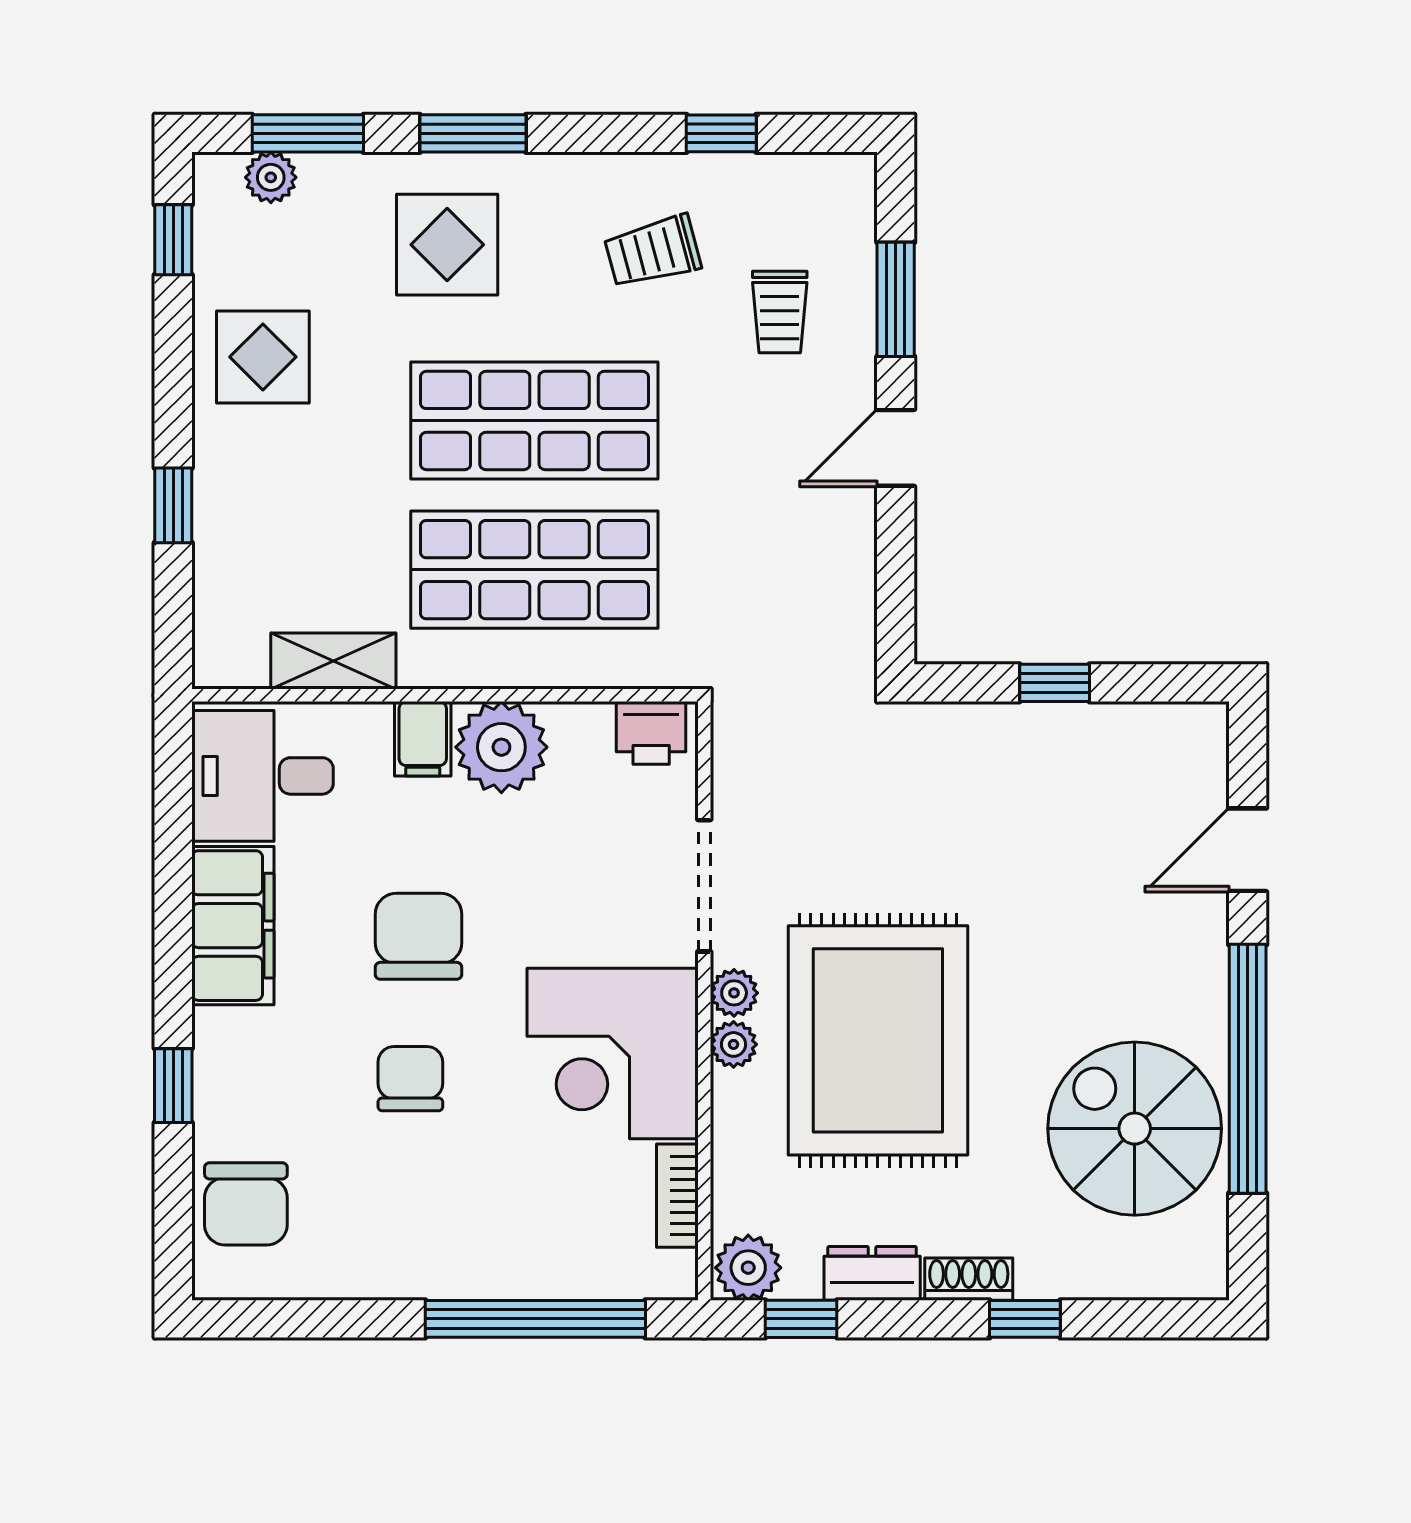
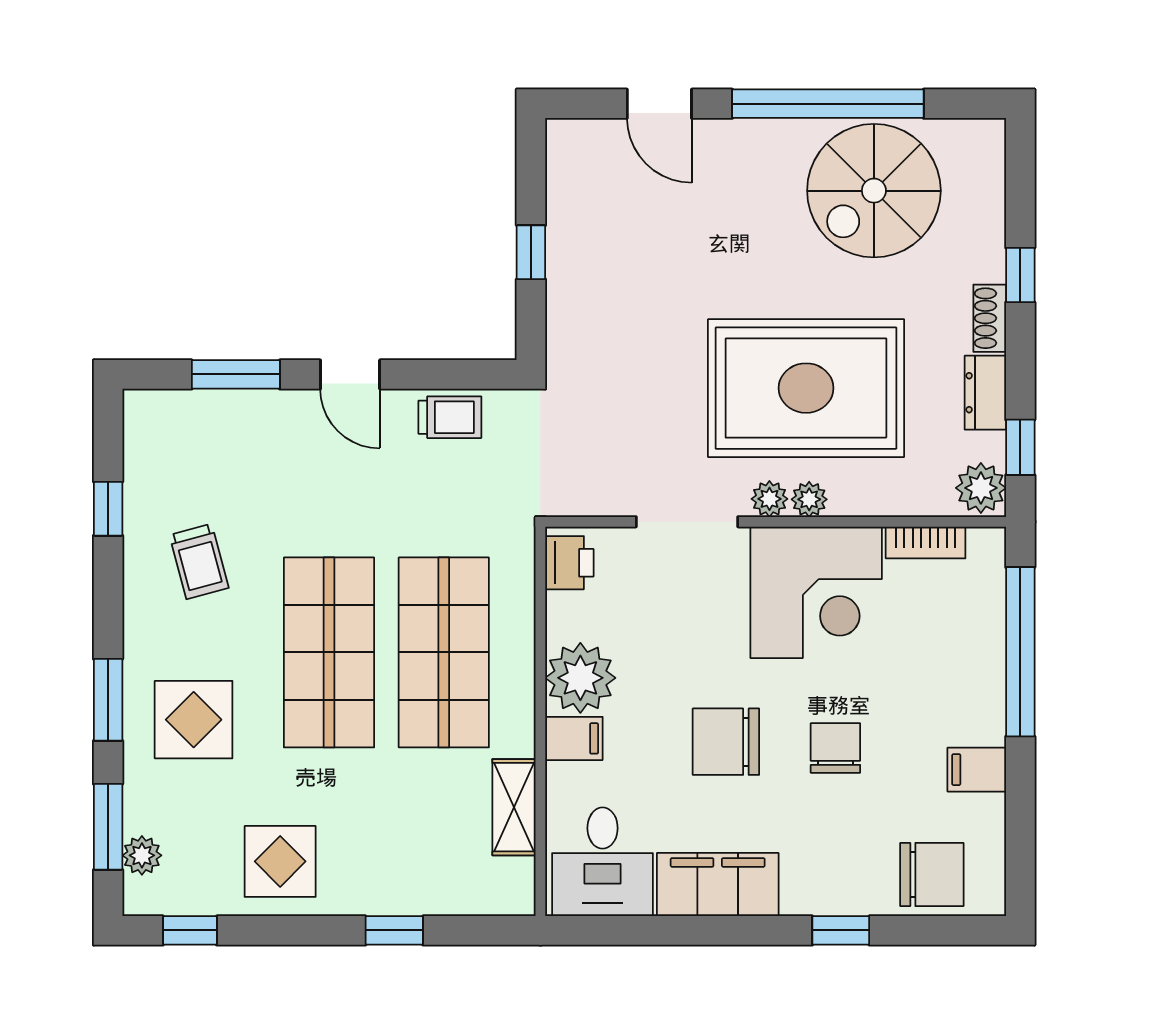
trolley: (780, 312) -> (450, 417), moved
chair: (410, 1079) -> (835, 748), turned 90
filing cabinet: (382, 1262) -> (977, 770), added

